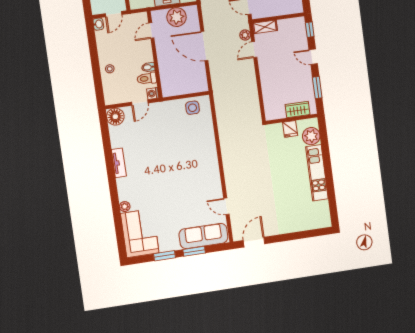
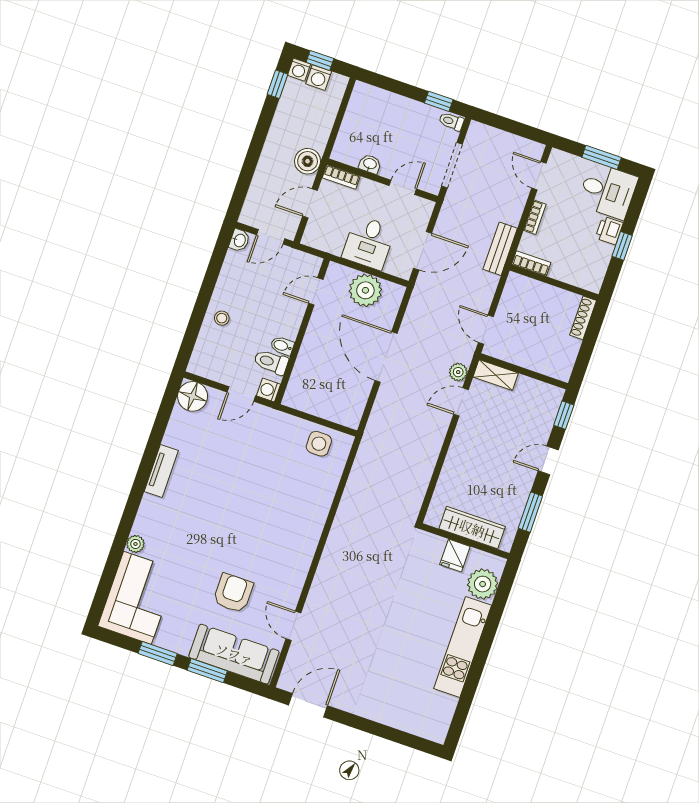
door: (313, 57) -> (548, 460), hinge flipped
wardrobe: (298, 110) -> (472, 528), width x1.50
armchair: (187, 206) -> (233, 593), added

